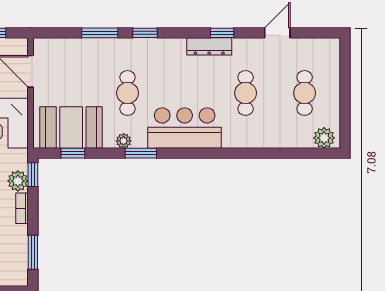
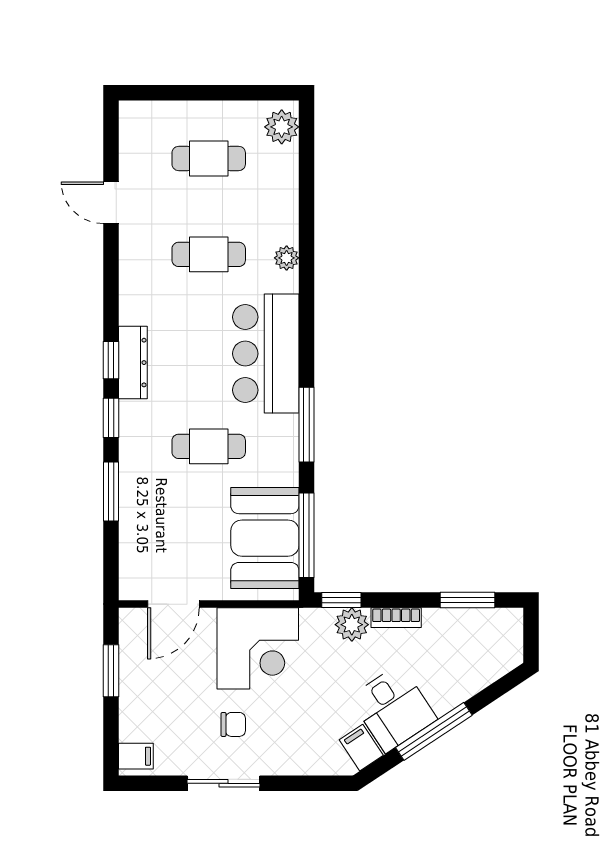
window: (222, 33) -> (111, 360), moved
dresser: (209, 46) -> (133, 363), moved
plant: (124, 141) -> (287, 258), moved
window: (73, 153) -> (307, 535), width x2.17
window: (141, 153) -> (307, 425), width x1.44

